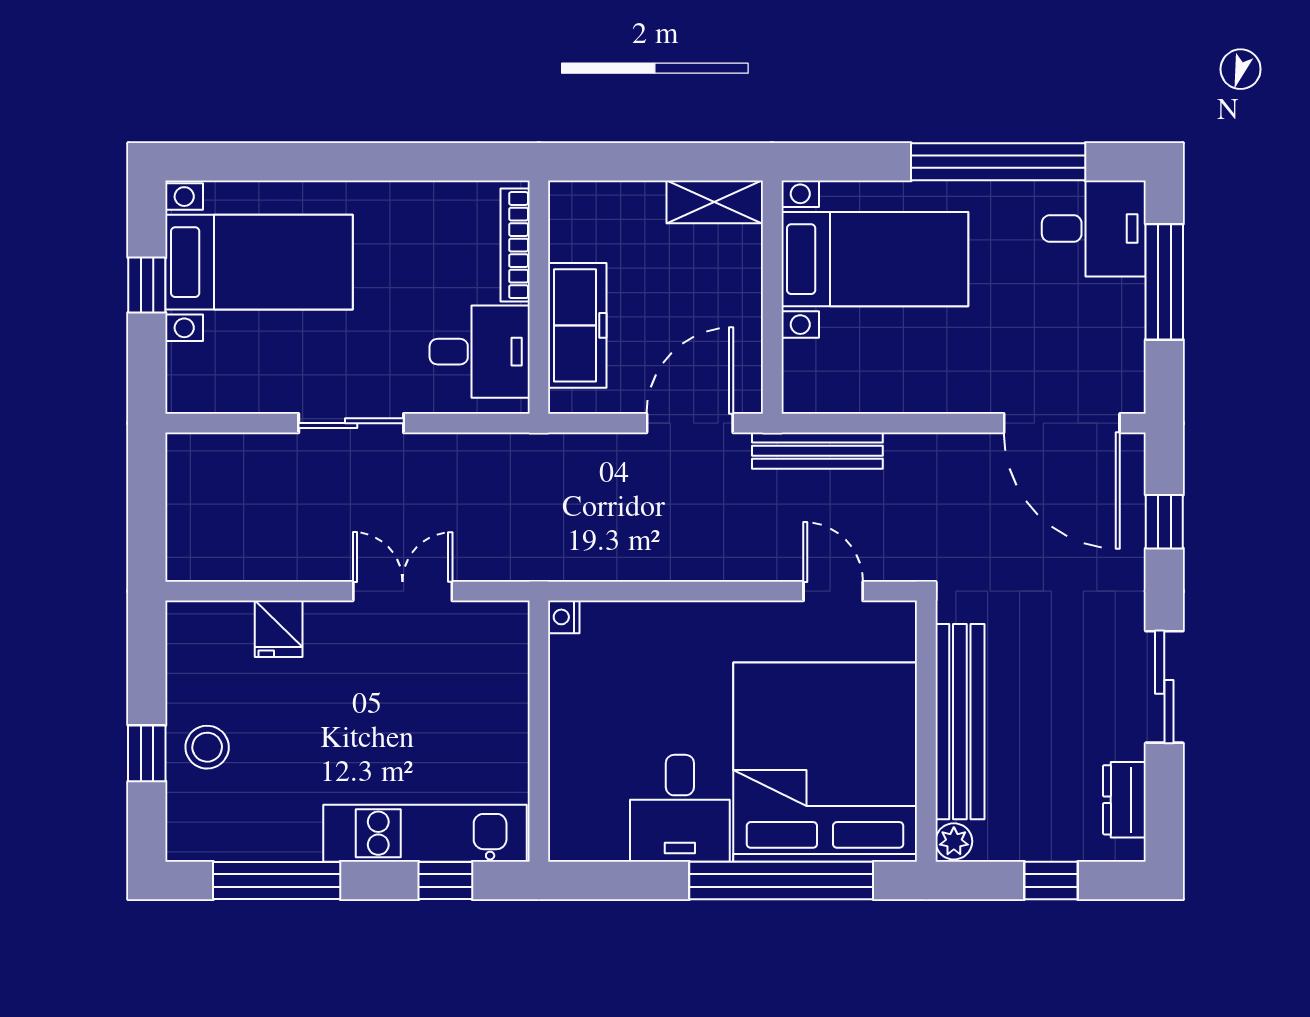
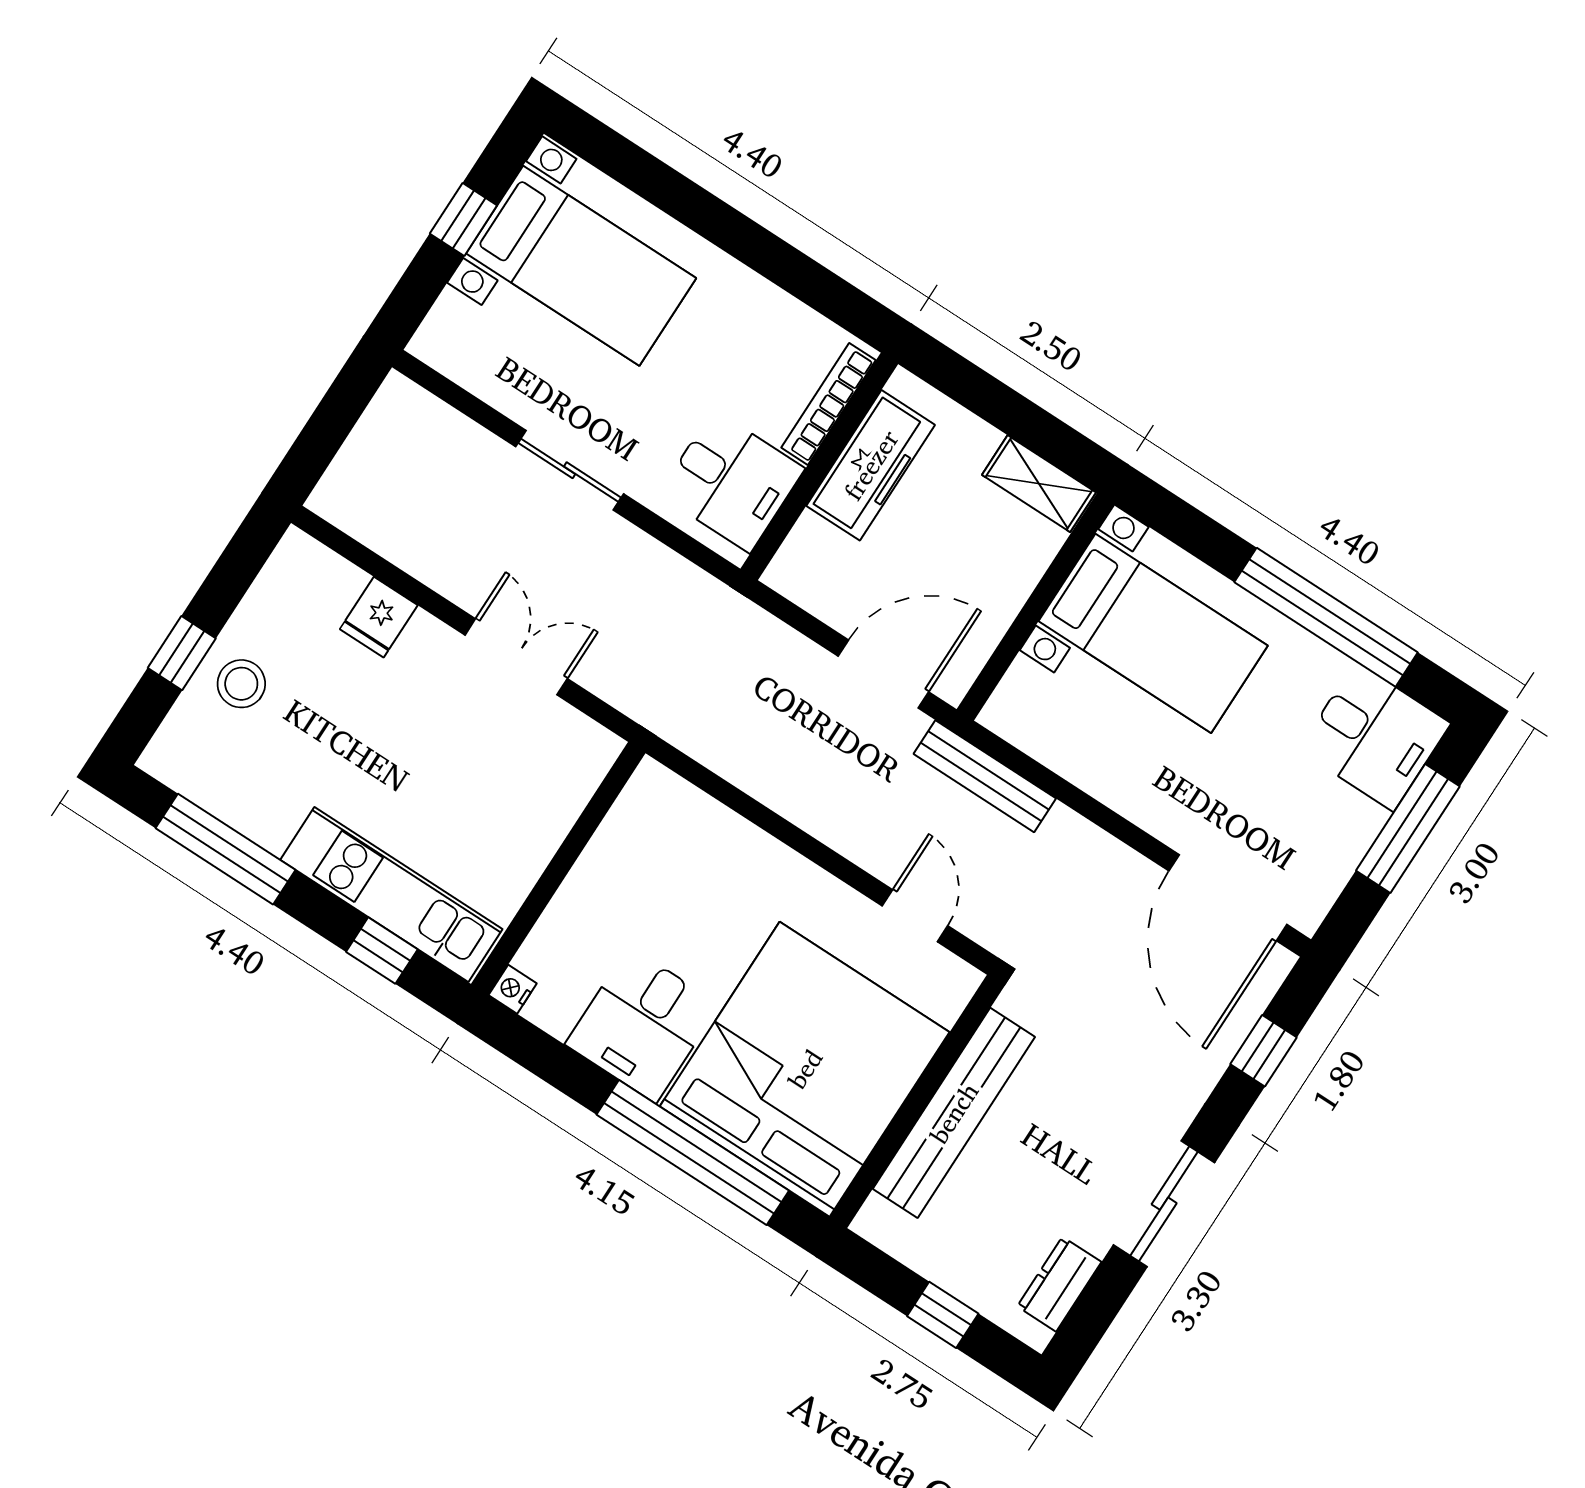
freezer: (577, 325) -> (871, 465), moved
nightstand: (564, 617) -> (513, 989), moved
plant: (954, 841) -> (876, 1220), removed

